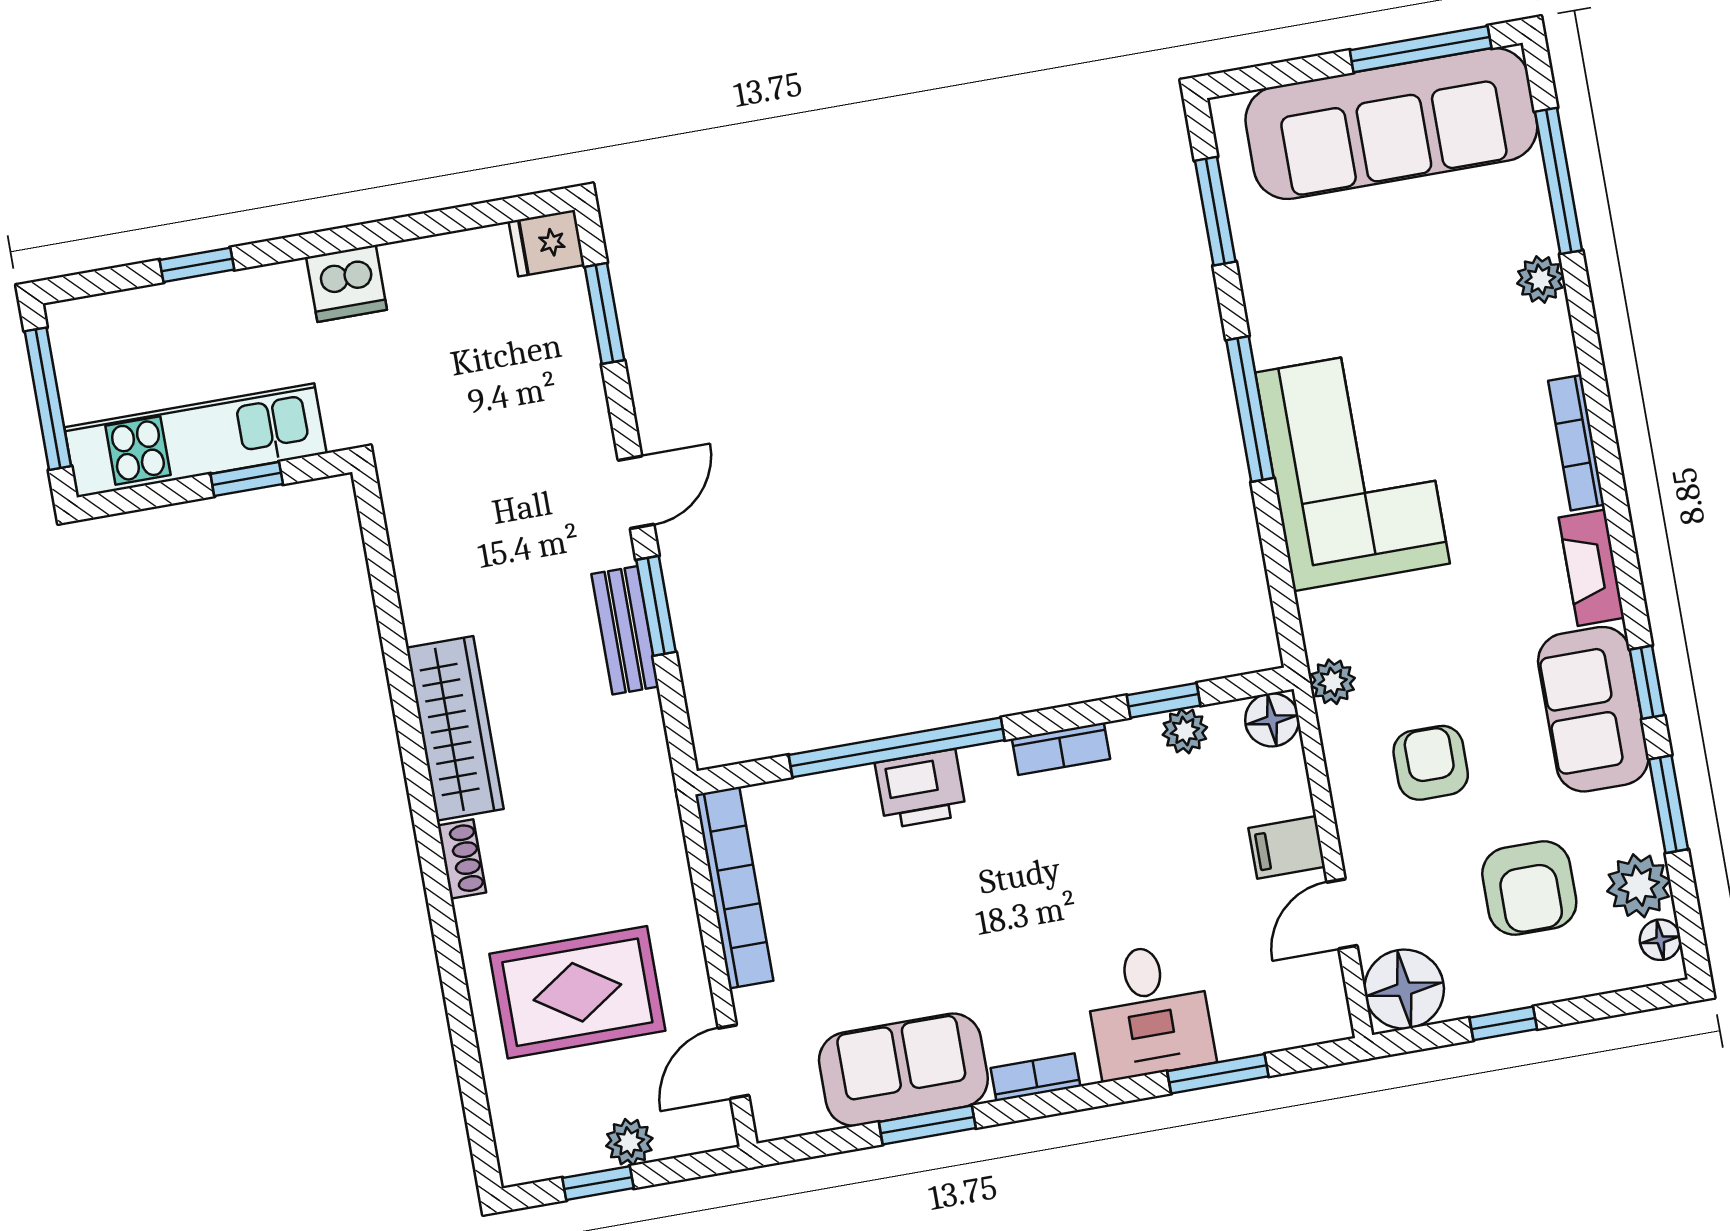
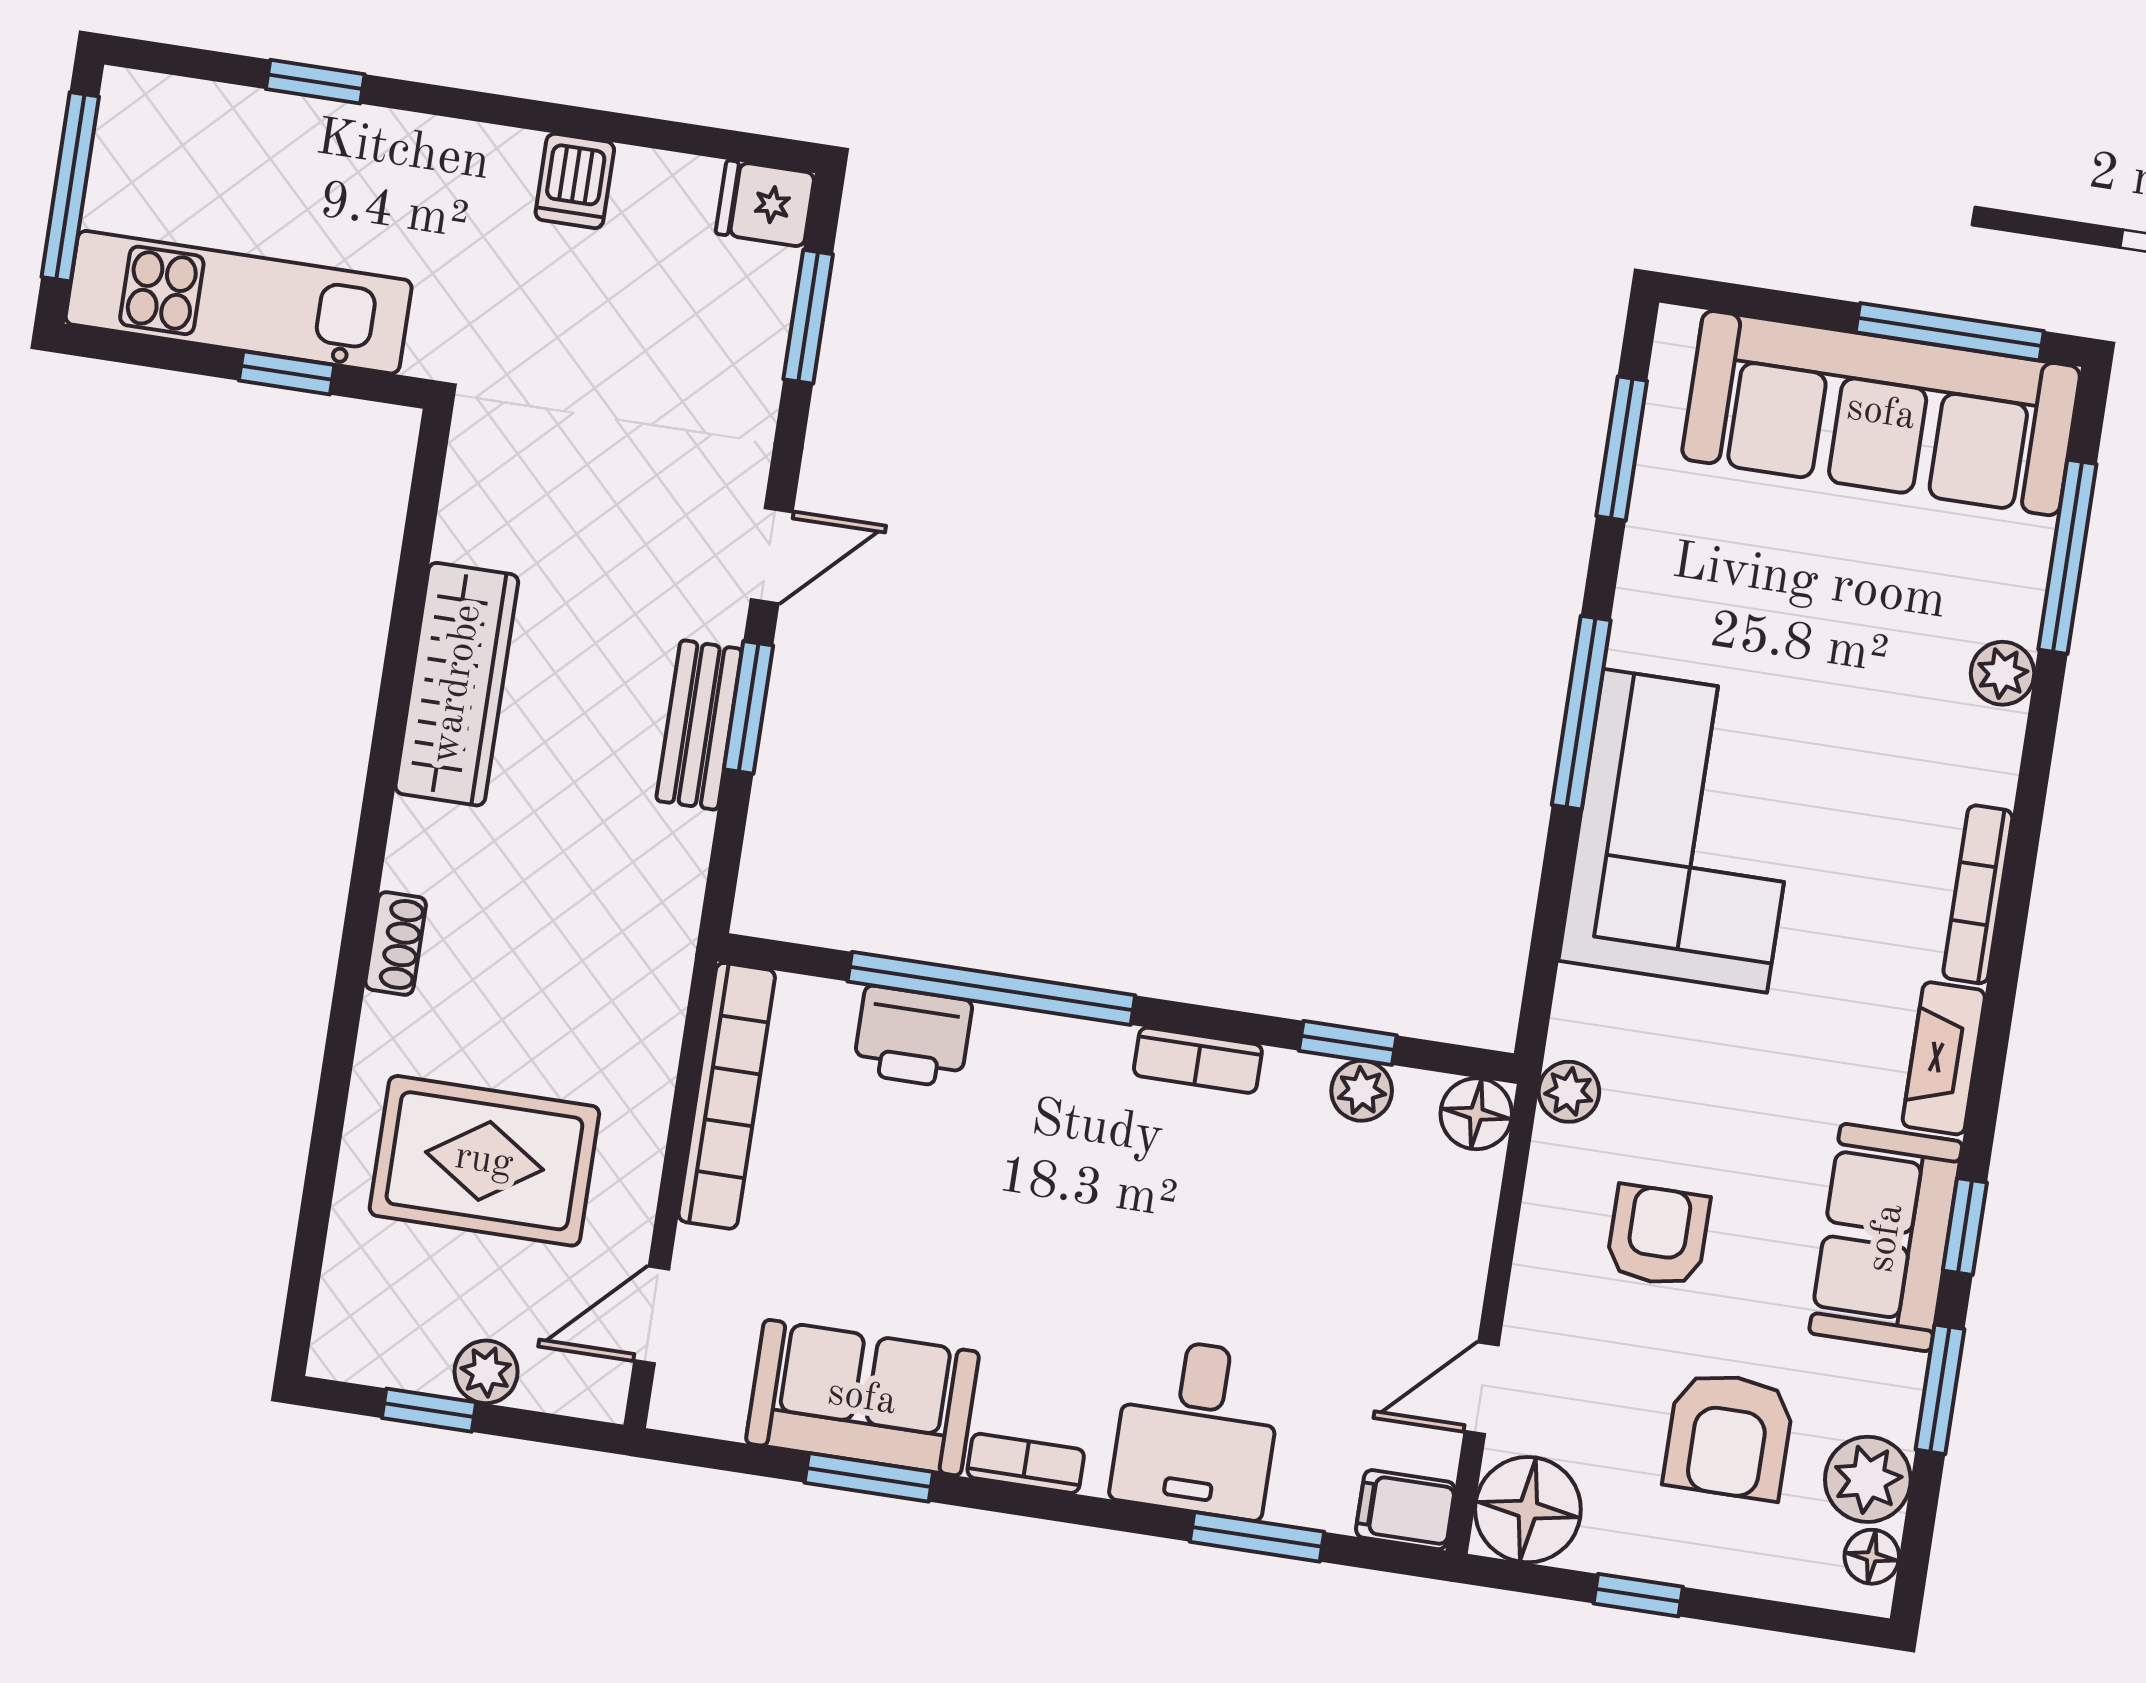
dishwasher: (347, 283) -> (575, 181), moved, width x0.73
wardrobe: (455, 728) -> (457, 684), moved
printer: (921, 789) -> (913, 1037), moved
filing cabinet: (1287, 847) -> (1405, 1510), moved

